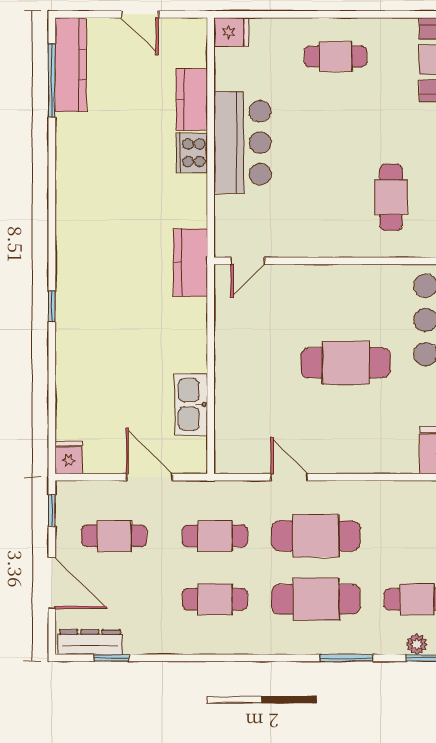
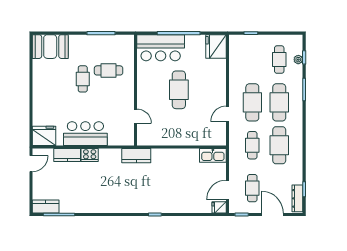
door: (140, 14) -> (31, 164), moved
fridge: (231, 32) -> (44, 136), width x1.88, depth x1.34
cafe table: (335, 57) -> (83, 79), moved
kitchen counter: (71, 65) -> (46, 206), width x0.67
door: (248, 261) -> (136, 116), moved
kitchen sink: (191, 404) -> (213, 155), moved
door: (149, 477) -> (227, 190), moved
door: (52, 583) -> (272, 215), hinge flipped
cafe table: (215, 599) -> (279, 145), width x1.37, depth x1.35

